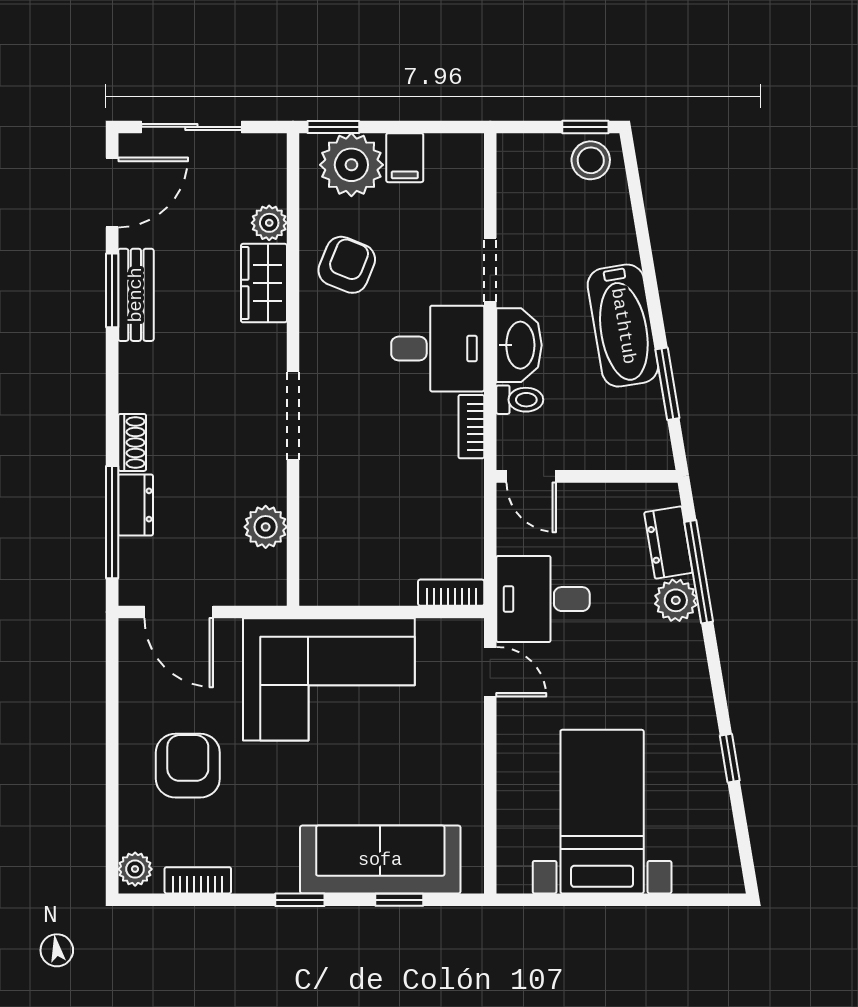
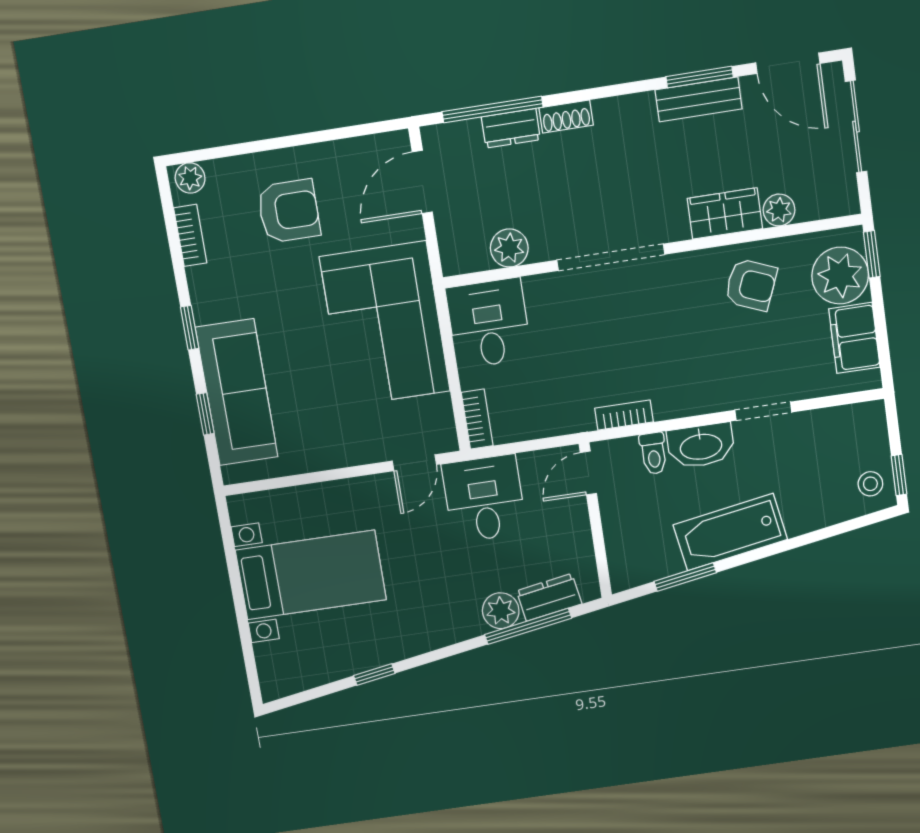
filing cabinet: (405, 158) -> (854, 338), width x2.00
stool: (591, 160) -> (870, 484), width x0.73, depth x0.73
desk: (438, 349) -> (489, 323), moved, turned 180
doorway: (293, 416) -> (611, 257), width x1.36

